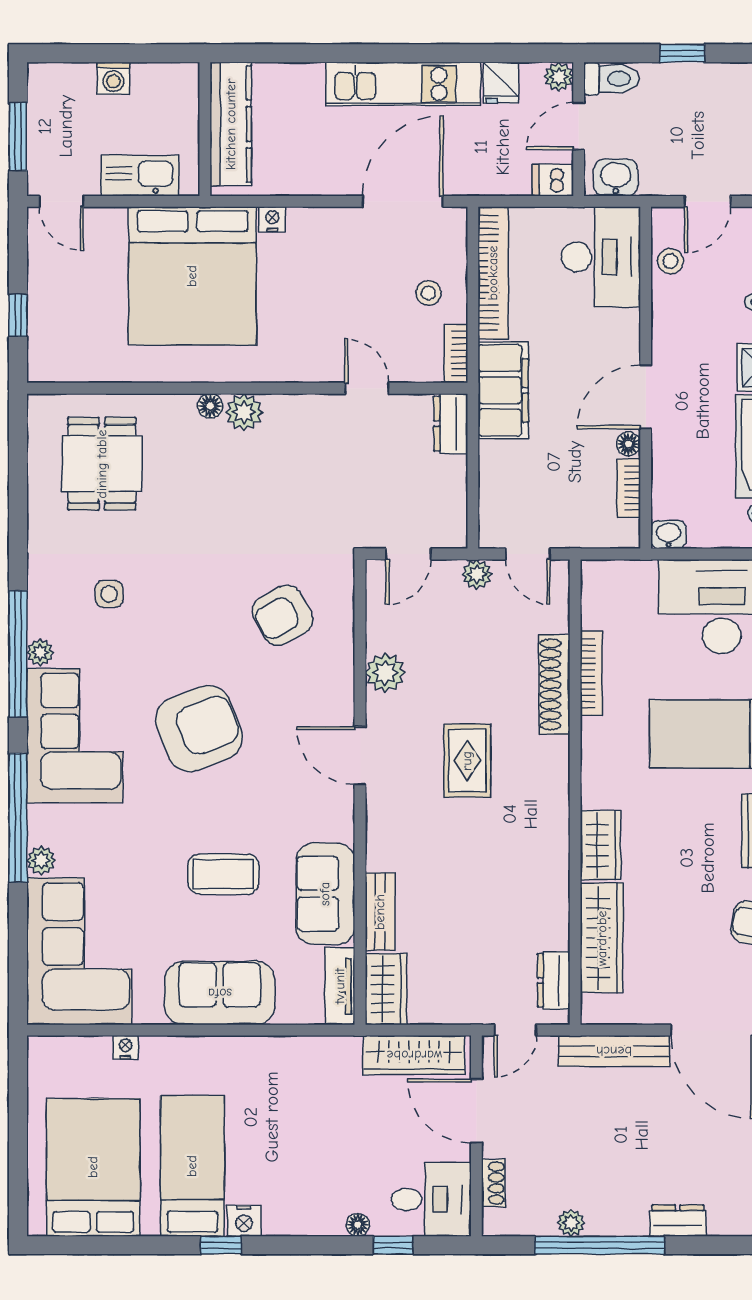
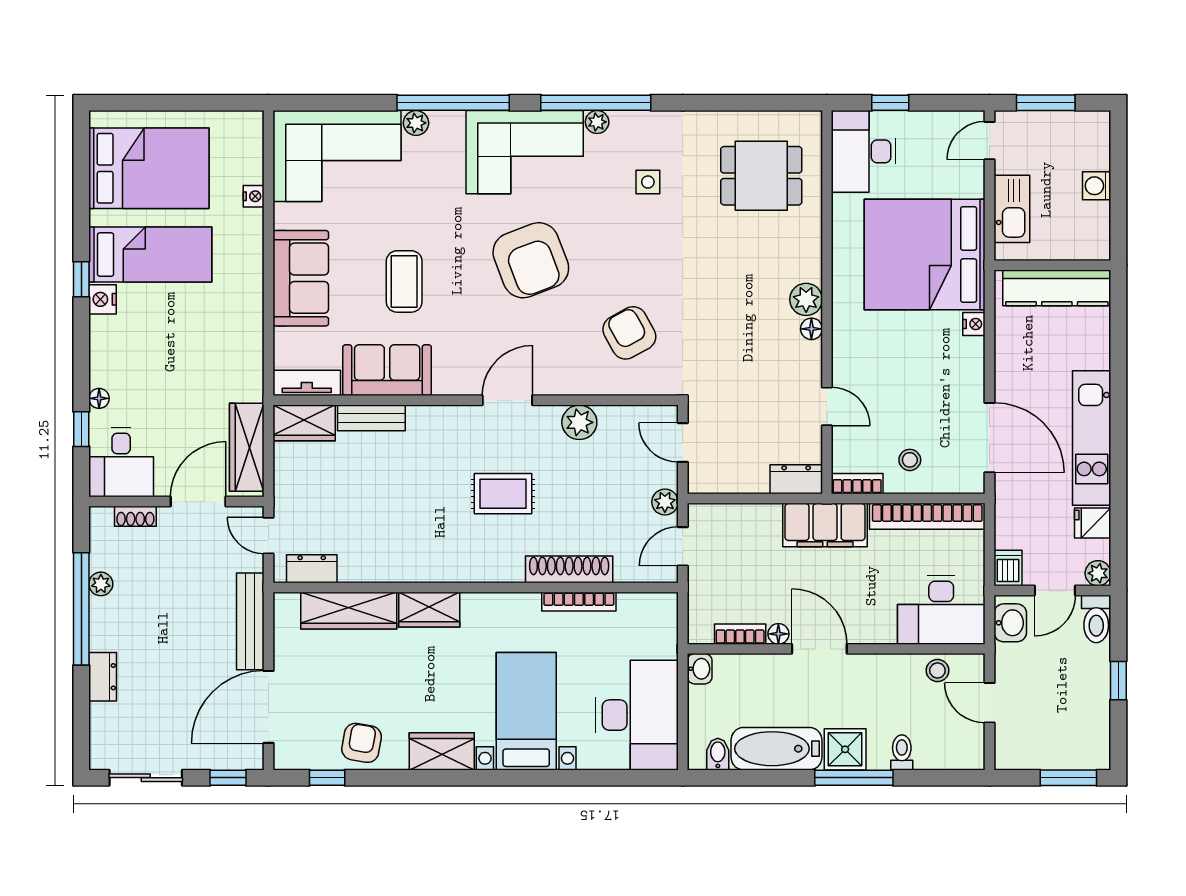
door: (579, 126) -> (1055, 591), swing flipped
desk: (74, 346) -> (864, 151), added
door: (367, 388) -> (827, 406), hinge flipped
floor lamp: (210, 406) -> (811, 329), moved

